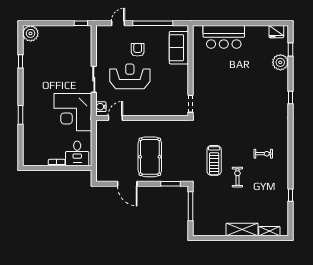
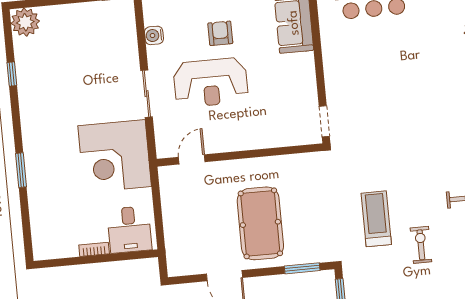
reception desk: (130, 76) -> (211, 82), turned 180
water cooler: (101, 107) -> (154, 35), moved
treadmill: (214, 160) -> (376, 219), turned 180

